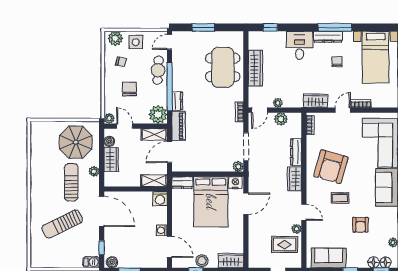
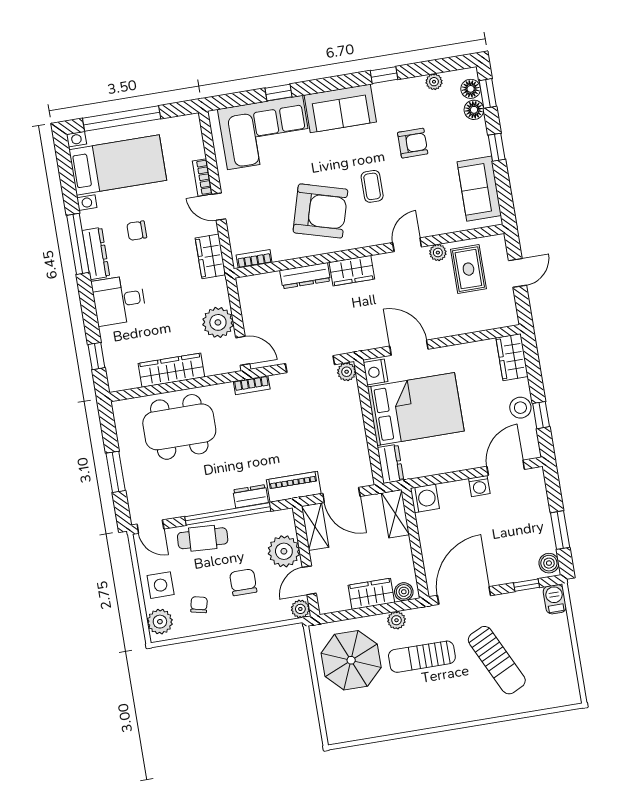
chair: (130, 89) -> (243, 582), turned 90
plant: (278, 103) -> (218, 322), width x1.88, depth x1.88
plant: (158, 115) -> (284, 551), moved
plant: (281, 119) -> (252, 311), removed
boiler: (109, 141) -> (404, 592), moved

